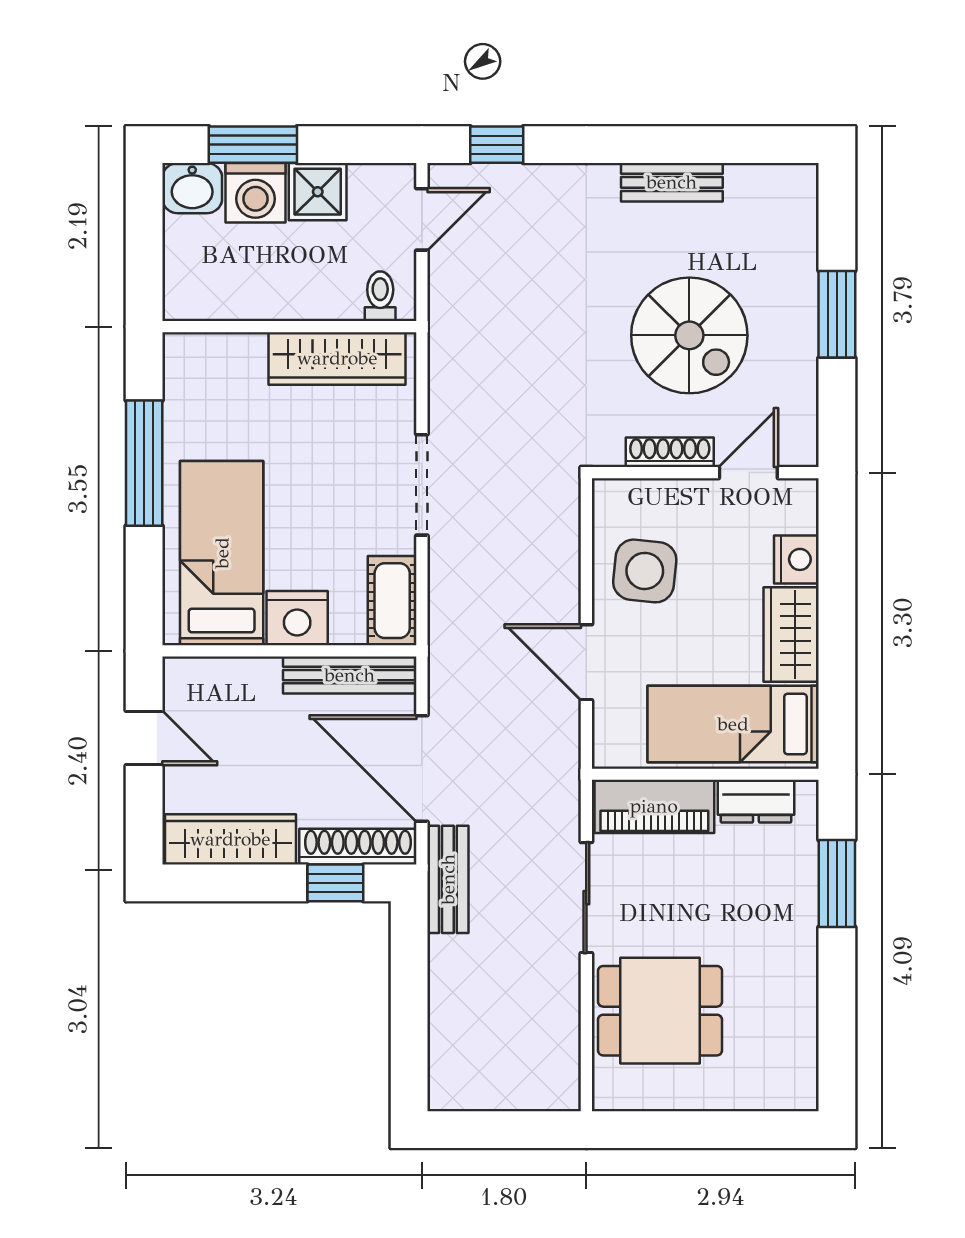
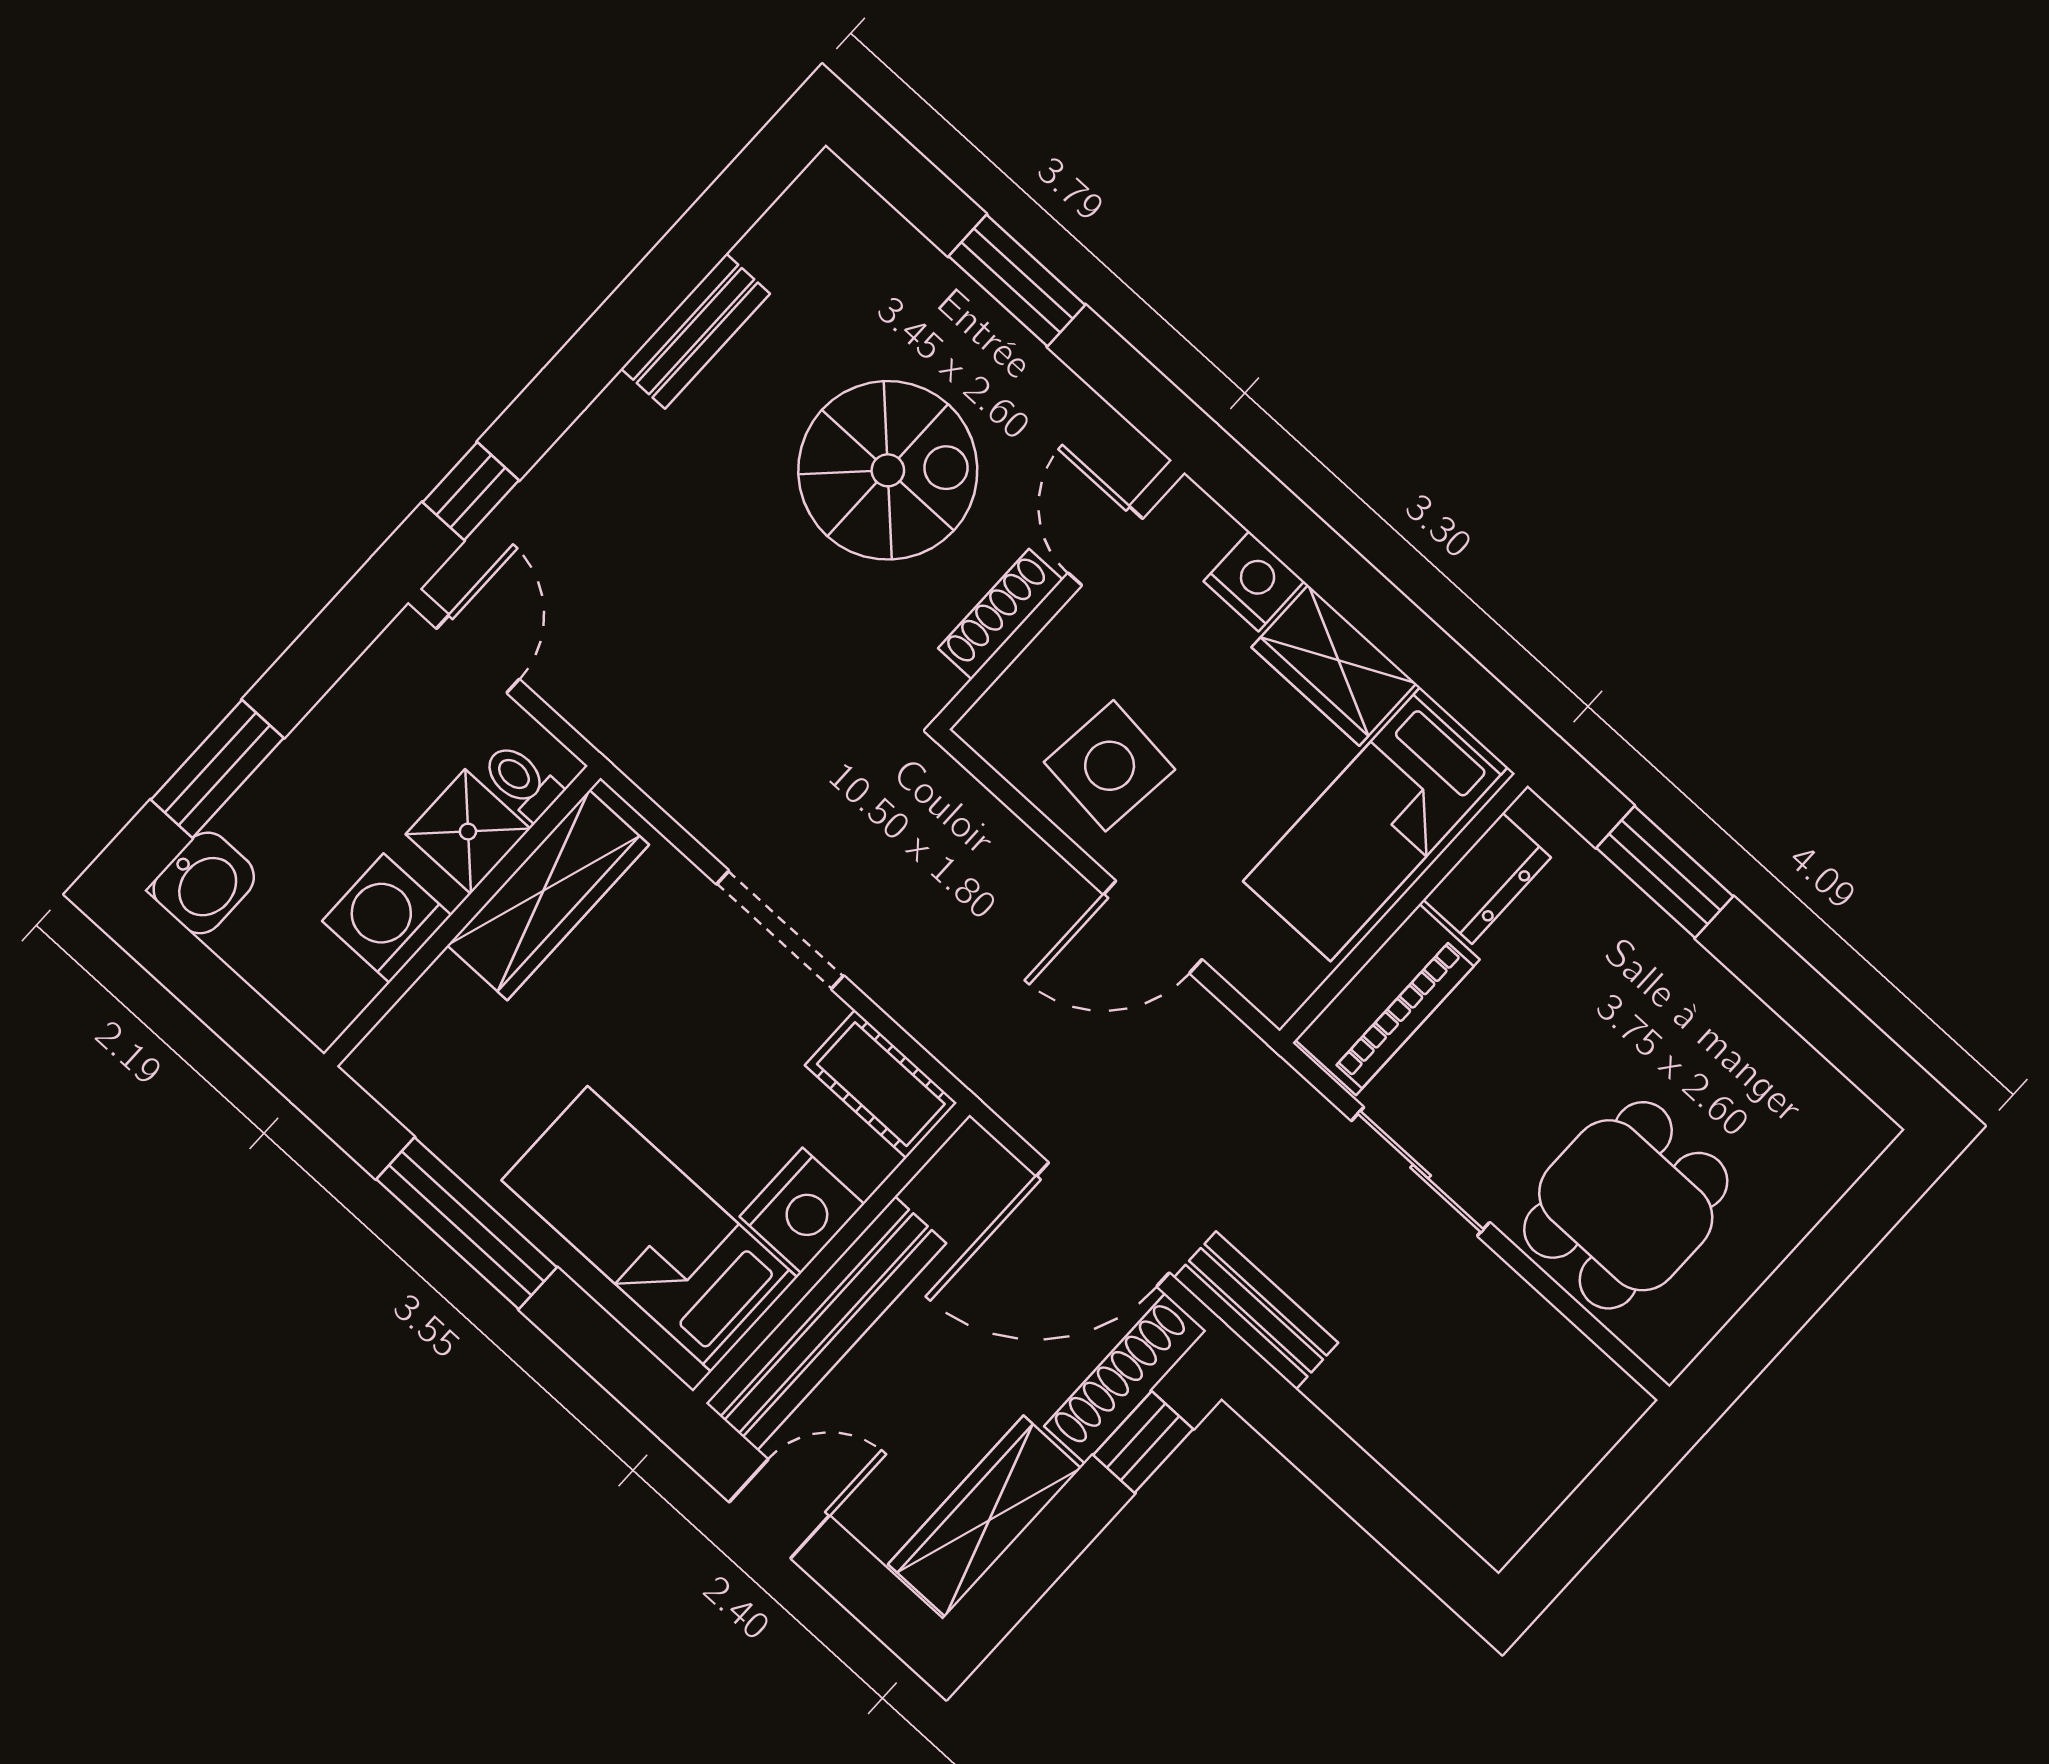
shower: (318, 192) -> (468, 832), moved
washing machine: (255, 193) -> (387, 918), moved, turned 180
bench: (350, 675) -> (826, 1323), moved, width x1.37, depth x1.21

